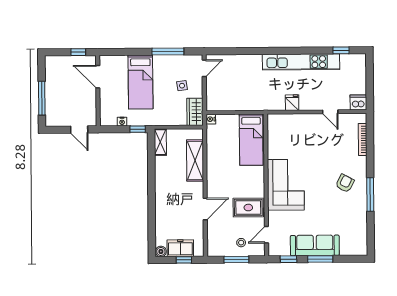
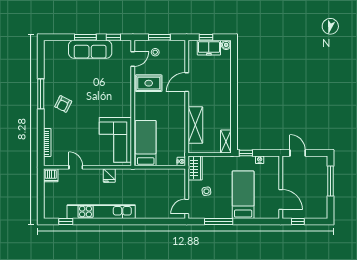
corner sofa: (286, 185) -> (115, 140), moved

